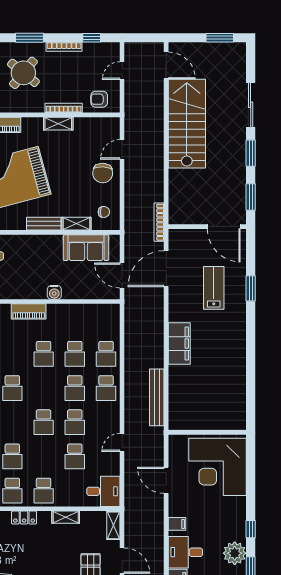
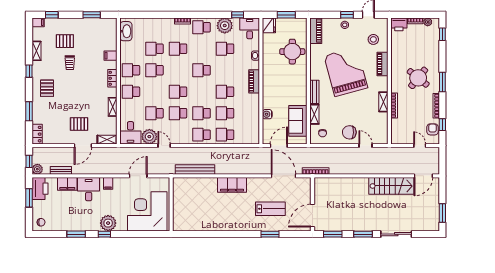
armchair: (99, 99) -> (433, 129), moved
stairs: (187, 124) -> (391, 186), width x0.73, depth x0.66
water cooler: (54, 292) -> (267, 114), moved
plant: (109, 464) -> (149, 137), added
plant: (235, 553) -> (108, 223), moved

